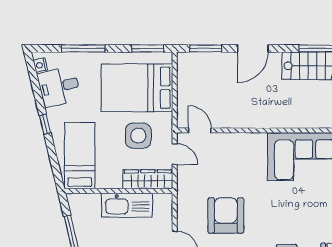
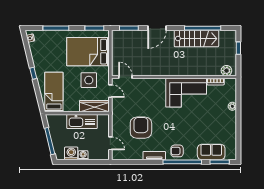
desk: (59, 87) -> (42, 51), removed

